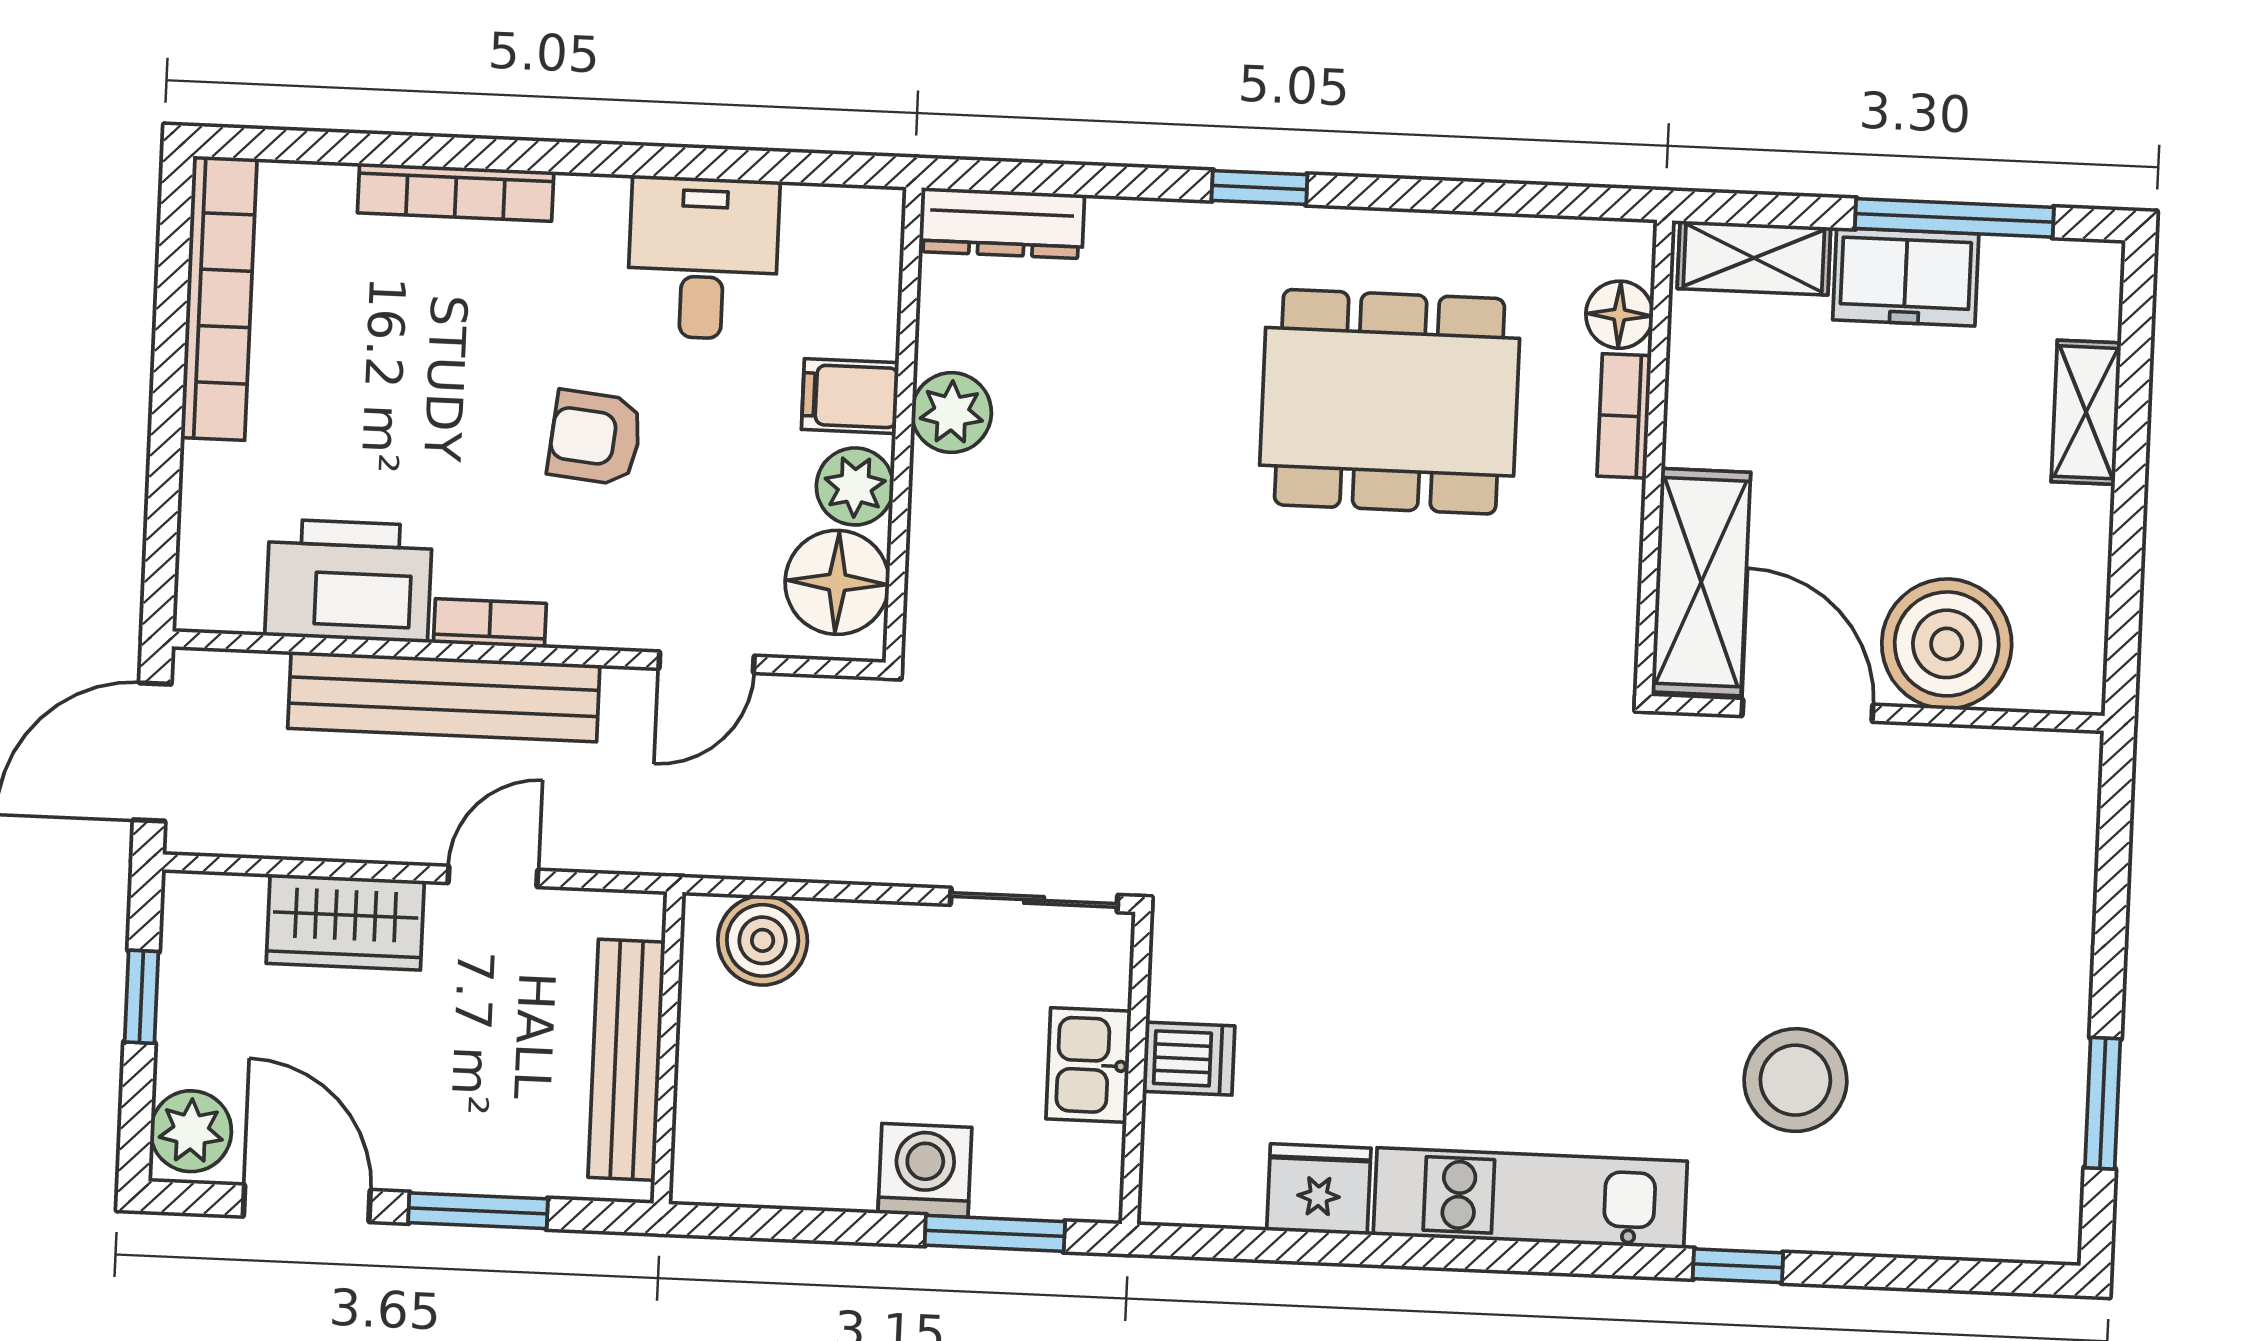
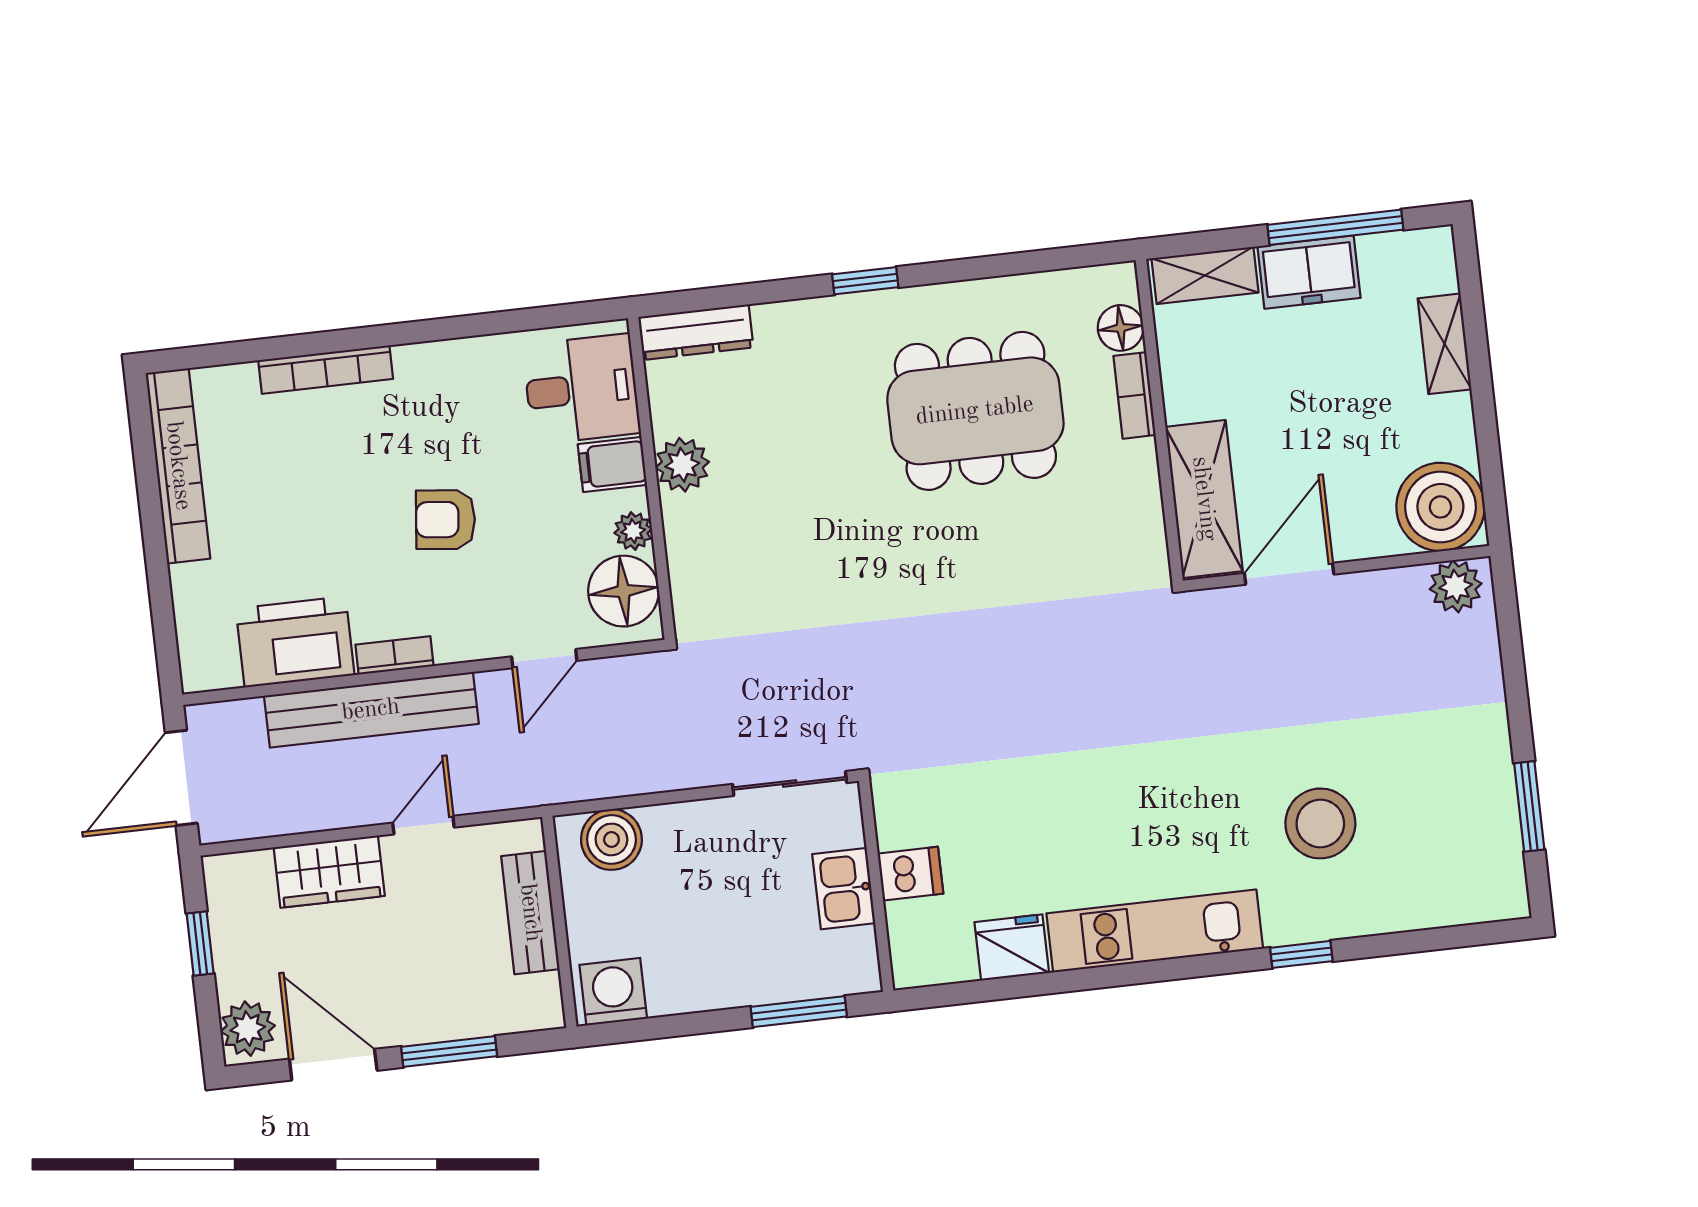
desk: (703, 258) -> (582, 389), moved, turned 90
plant: (855, 486) -> (633, 531), width x0.73, depth x0.73
boiler: (1947, 644) -> (1440, 507), moved
door: (1807, 710) -> (1289, 574), hinge flipped
plant: (2046, 767) -> (1456, 586), added
bench: (627, 1060) -> (530, 913), width x0.73
washing machine: (925, 1170) -> (613, 992), moved

